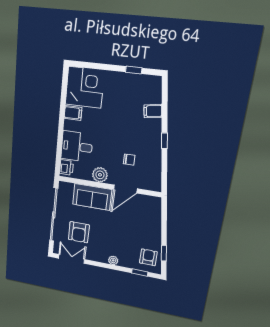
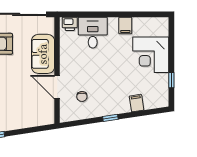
corner desk: (85, 87) -> (151, 55), moved, turned 90
chair: (129, 160) -> (82, 96), moved
plant: (100, 175) -> (68, 60), removed

